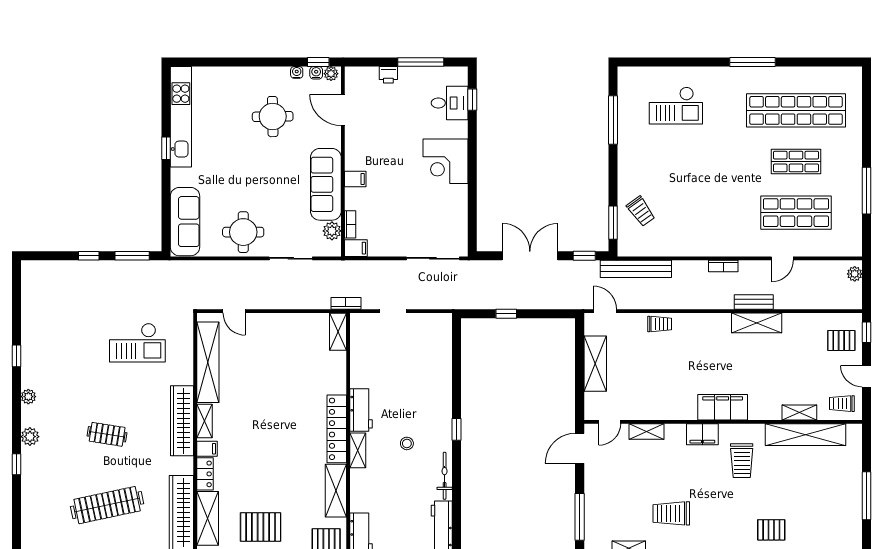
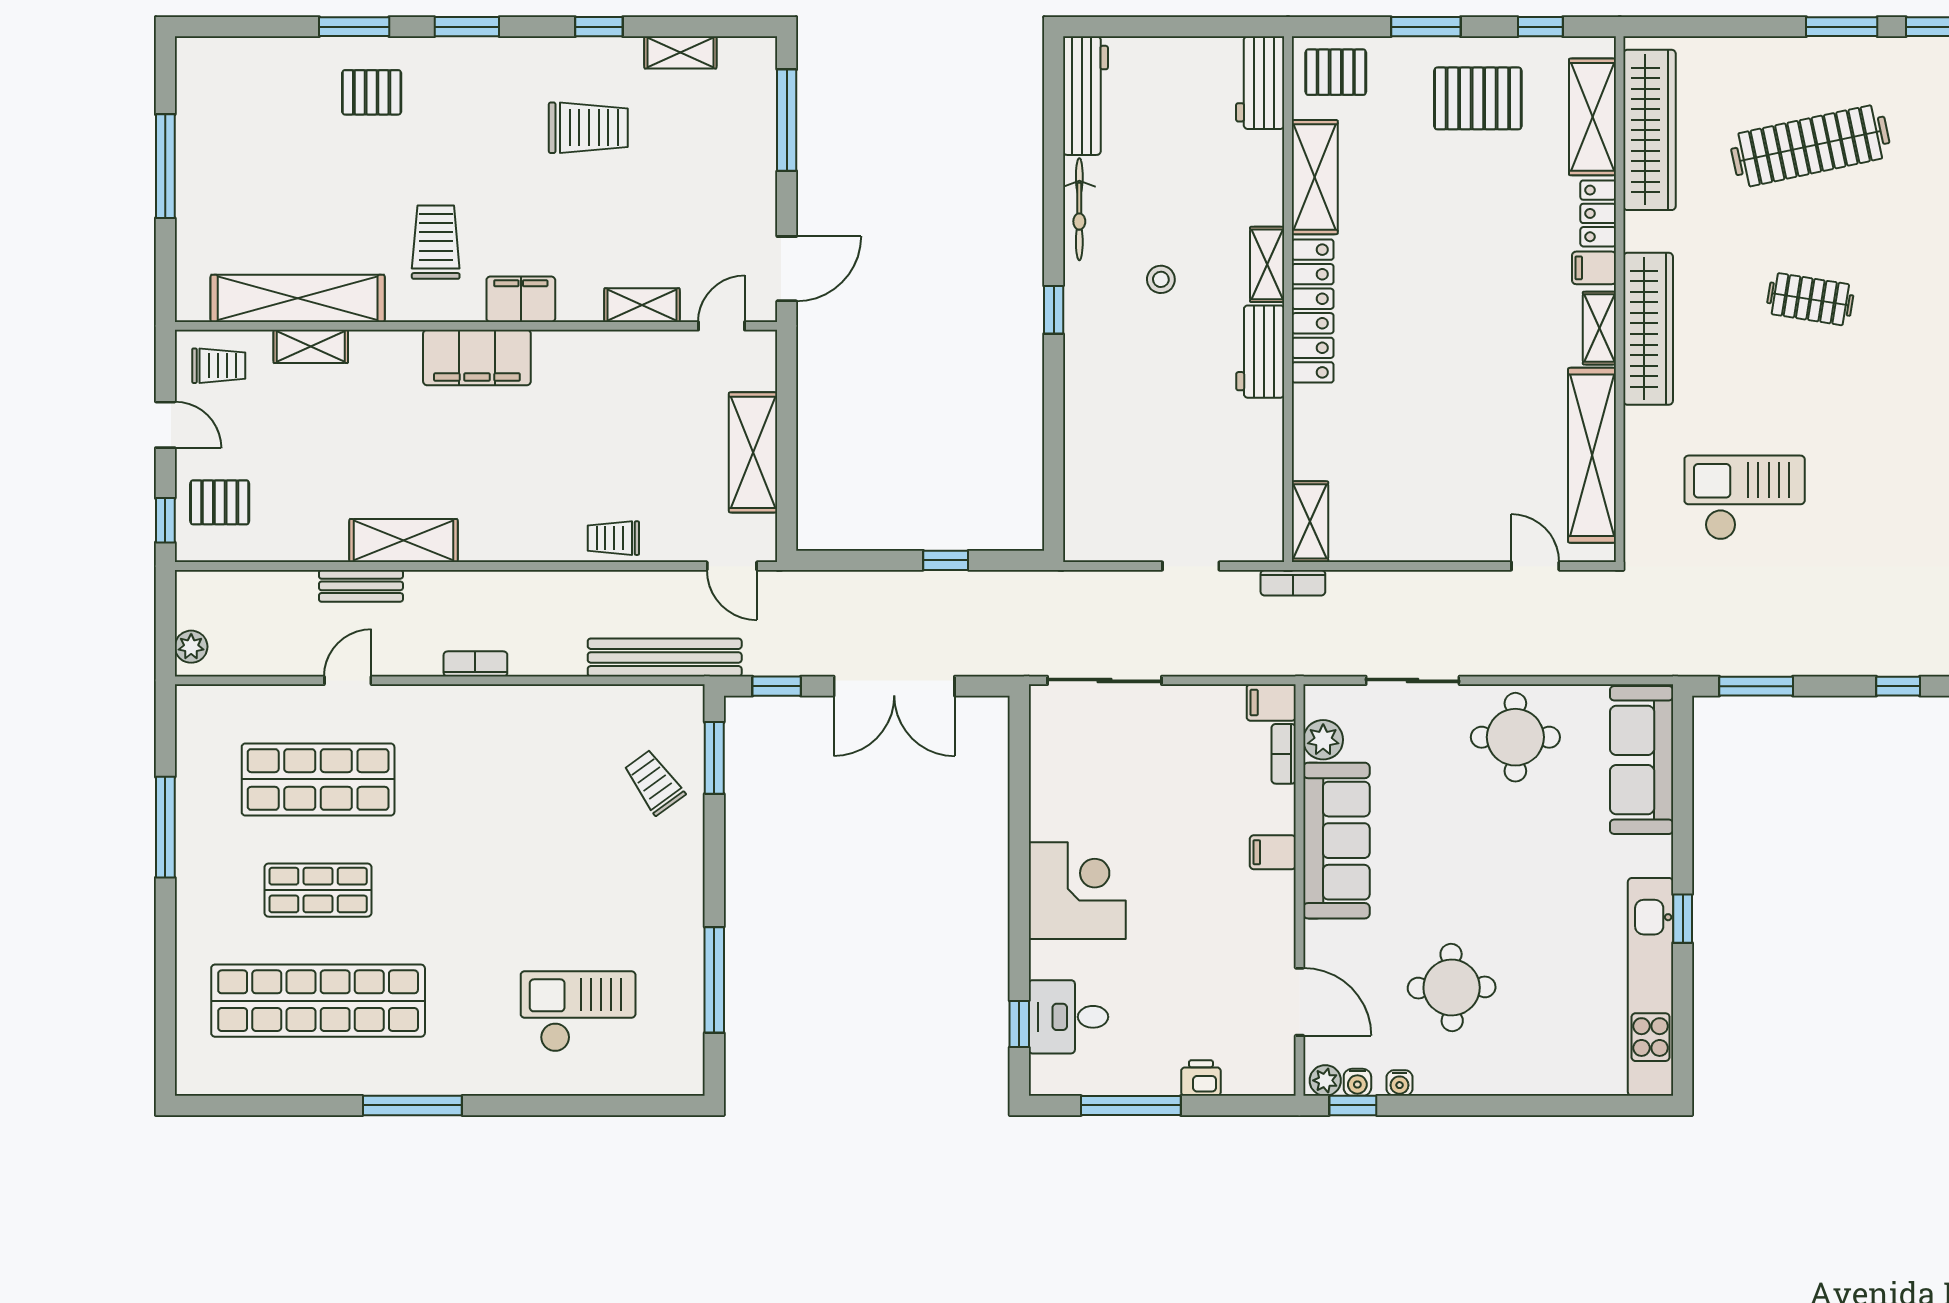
window: (89, 256) -> (1898, 686), moved
bench: (754, 302) -> (361, 586), moved

